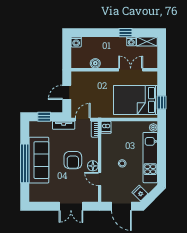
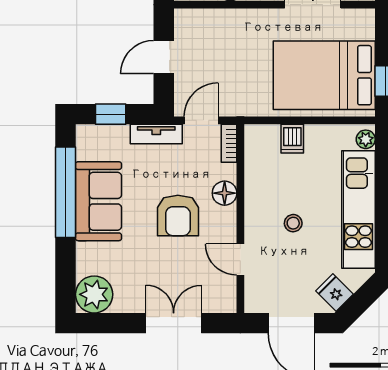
dishwasher: (106, 127) -> (292, 139), moved
sofa: (39, 160) -> (98, 201), width x0.73
window: (25, 163) -> (66, 192), moved
floor lamp: (93, 166) -> (225, 193), moved
plant: (37, 194) -> (94, 294), added
double door: (71, 206) -> (174, 323), swing flipped

